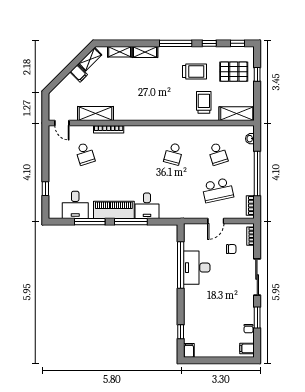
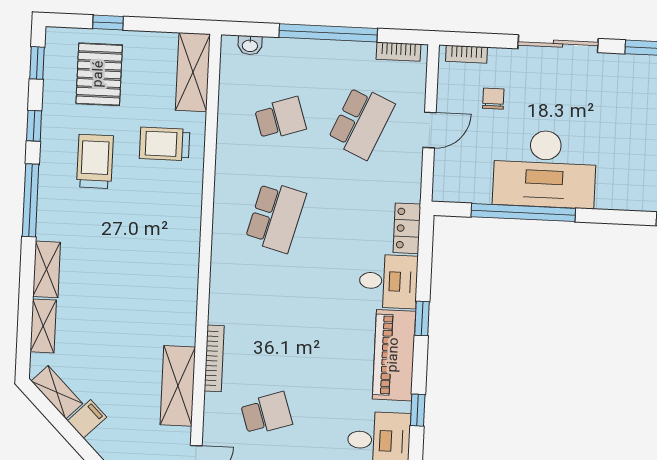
school desk: (173, 154) -> (276, 217), width x1.85
school desk: (218, 190) -> (361, 122), turned 36
locker: (171, 213) -> (407, 228), added
door: (216, 221) -> (430, 130), hinge flipped
window: (90, 222) -> (418, 410), width x0.46
window: (131, 222) -> (422, 318), width x0.46
desk: (197, 268) -> (545, 169), width x1.36, depth x1.30

